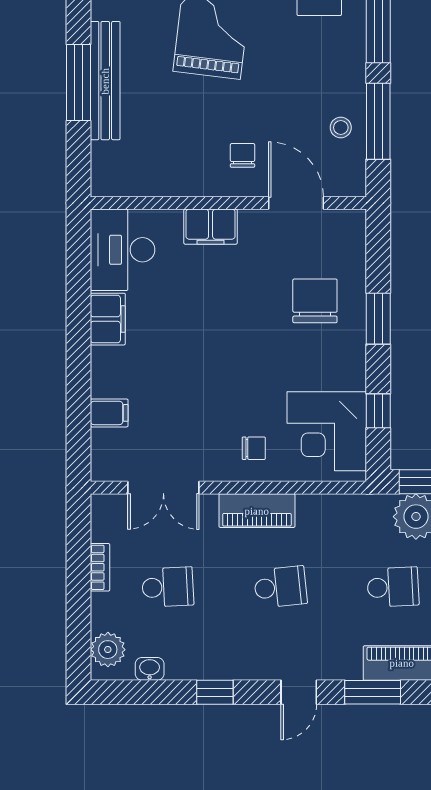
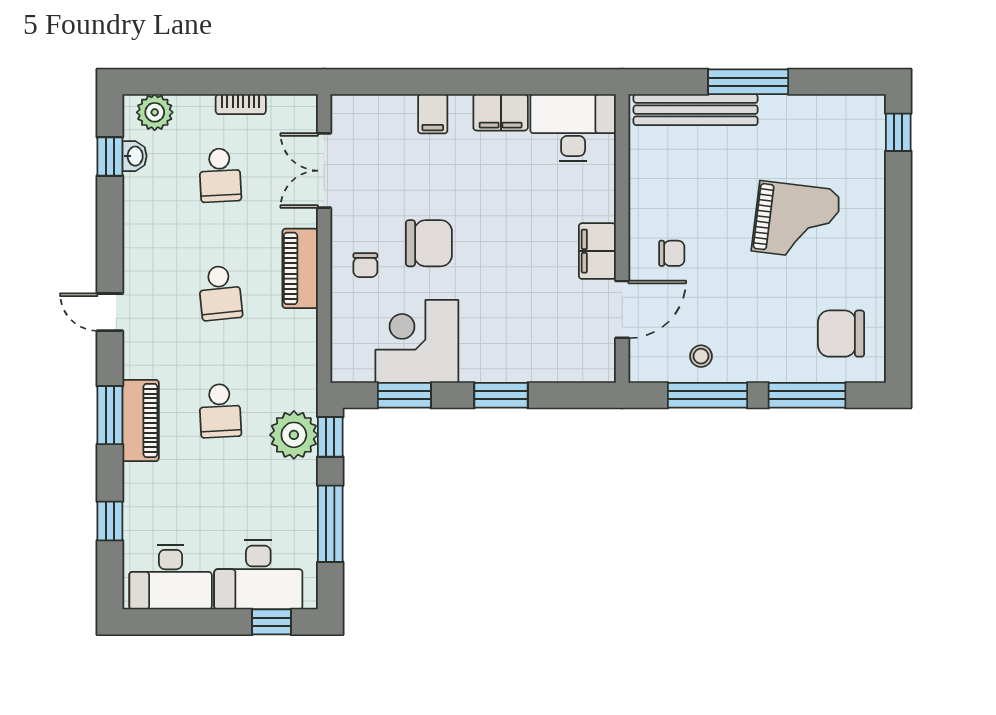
bench: (105, 81) -> (696, 110), moved
filing cabinet: (211, 227) -> (597, 251), moved
chair: (315, 301) -> (429, 243), moved
window: (378, 411) -> (404, 395), width x1.50
filing cabinet: (109, 413) -> (433, 114), moved
corner desk: (327, 431) -> (417, 341), moved
window: (215, 692) -> (110, 157), moved
window: (373, 692) -> (110, 415), moved

